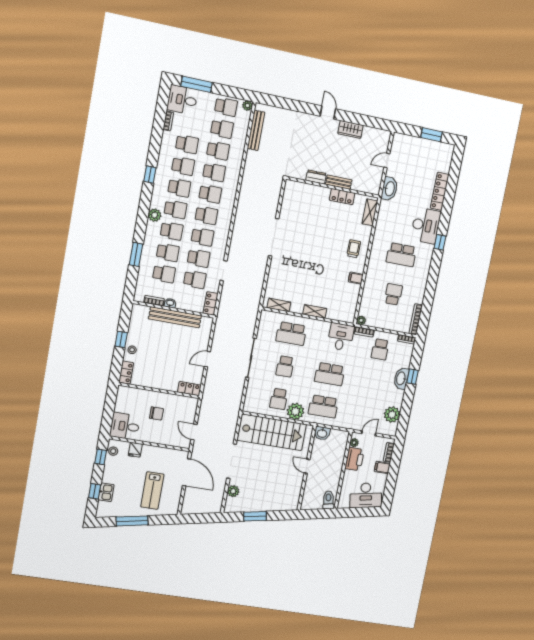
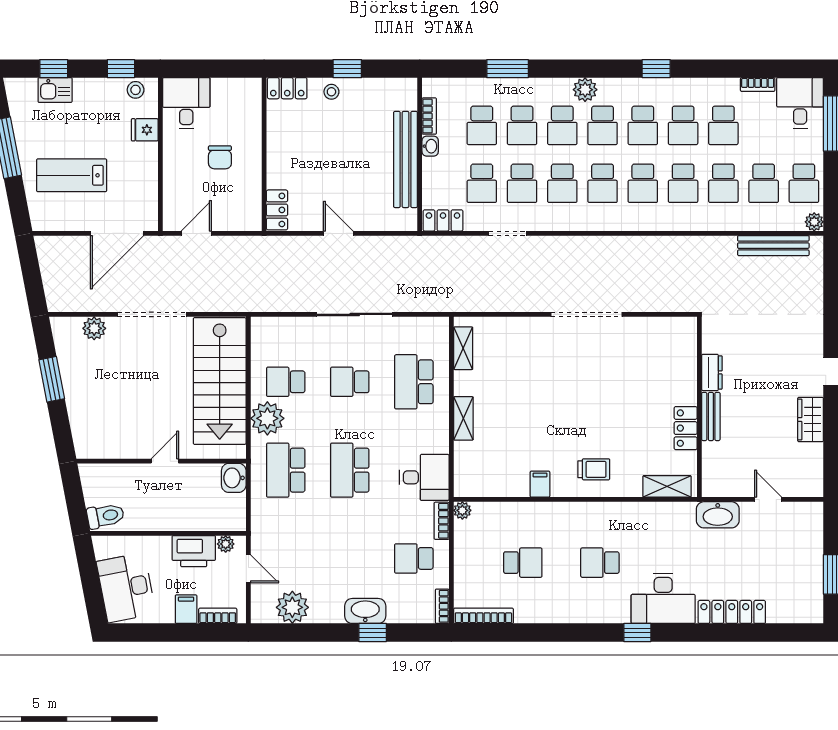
school desk: (401, 255) -> (600, 563), width x0.54

